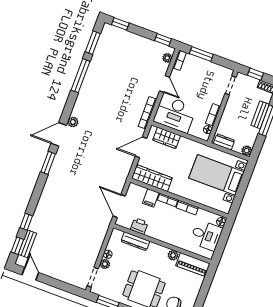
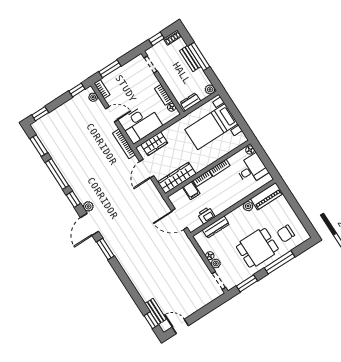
window: (26, 222) -> (73, 199), moved

